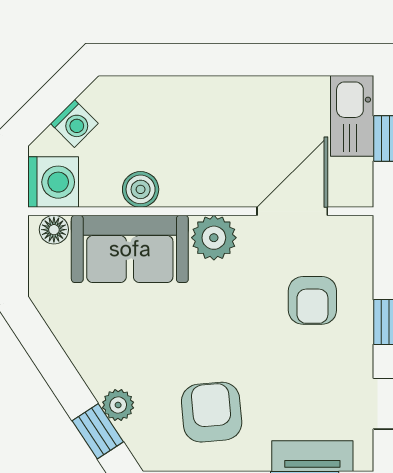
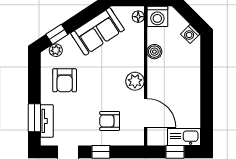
washing machine: (74, 123) -> (190, 34), moved
sofa: (130, 249) -> (97, 31), moved, turned -123
plant: (118, 405) -> (56, 50), moved
armchair: (212, 412) -> (65, 80), turned 95

